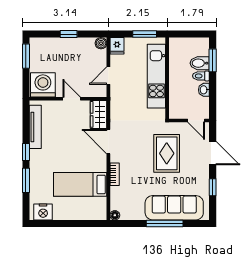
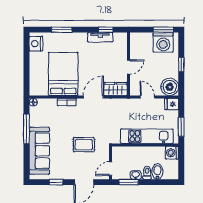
boiler: (101, 43) -> (170, 87), width x1.86, depth x1.86
washing machine: (177, 45) -> (172, 153), added
window: (213, 60) -> (129, 182), moved
washing machine: (43, 85) -> (163, 42), moved, turned 90
tv unit: (35, 127) -> (100, 37), width x0.71
window: (26, 152) -> (106, 30), moved
rug: (167, 153) -> (84, 145), width x0.73, depth x0.70
bed: (80, 184) -> (63, 74), width x1.50
window: (165, 223) -> (27, 129), moved

